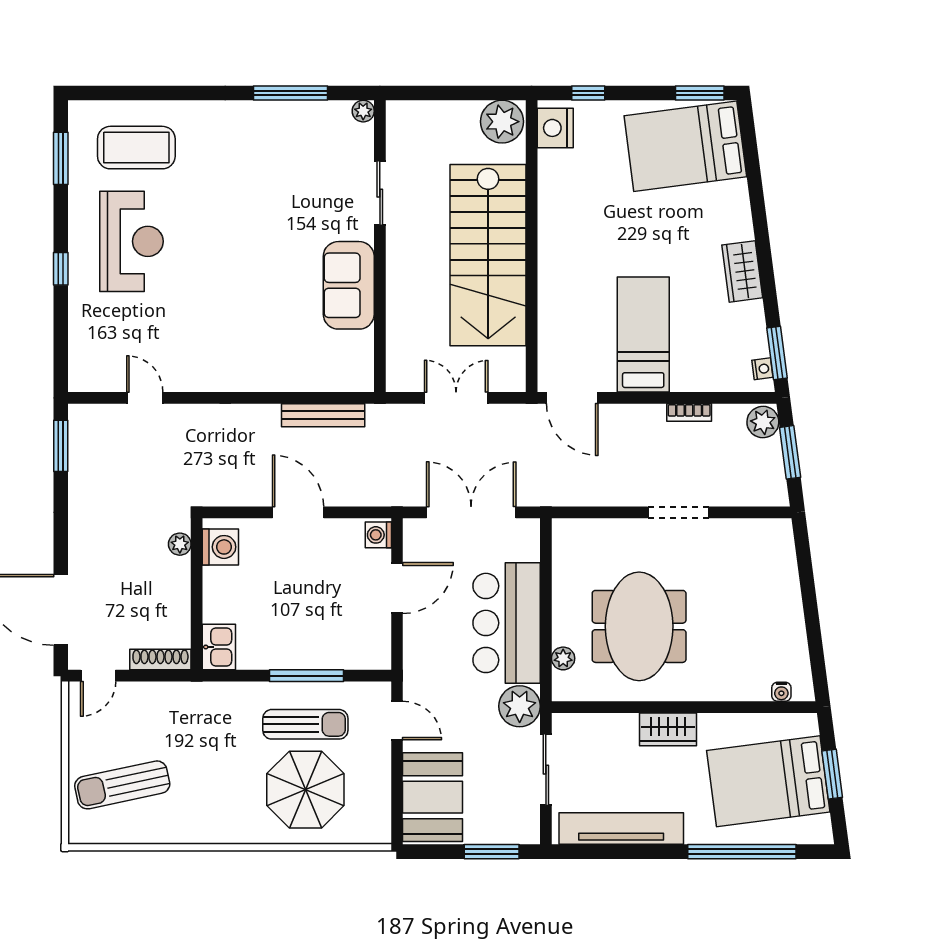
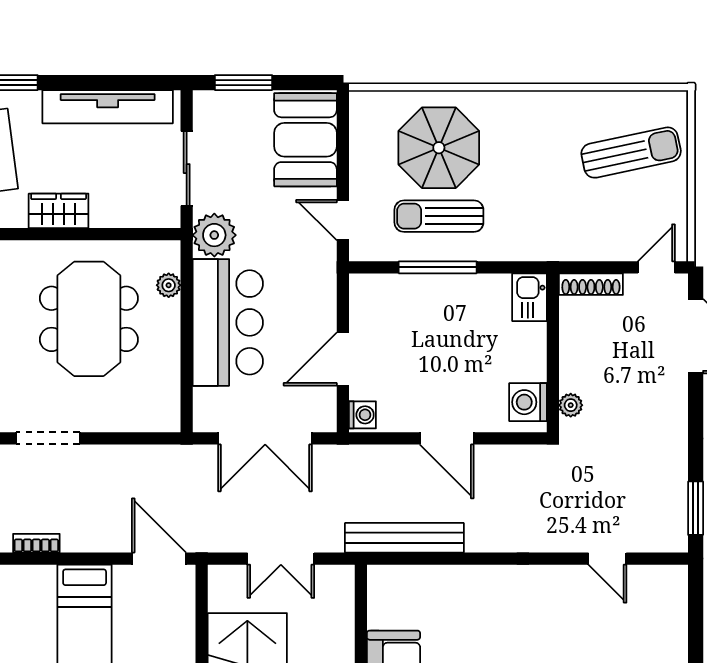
bench: (323, 415) -> (404, 538), width x1.37, depth x1.21

